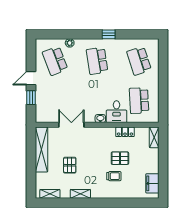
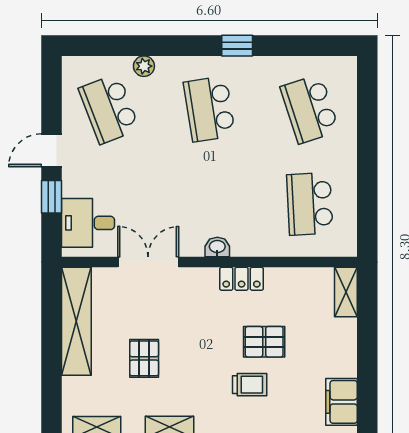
desk: (117, 112) -> (88, 223), moved, turned 90
locker: (125, 132) -> (242, 279), moved

